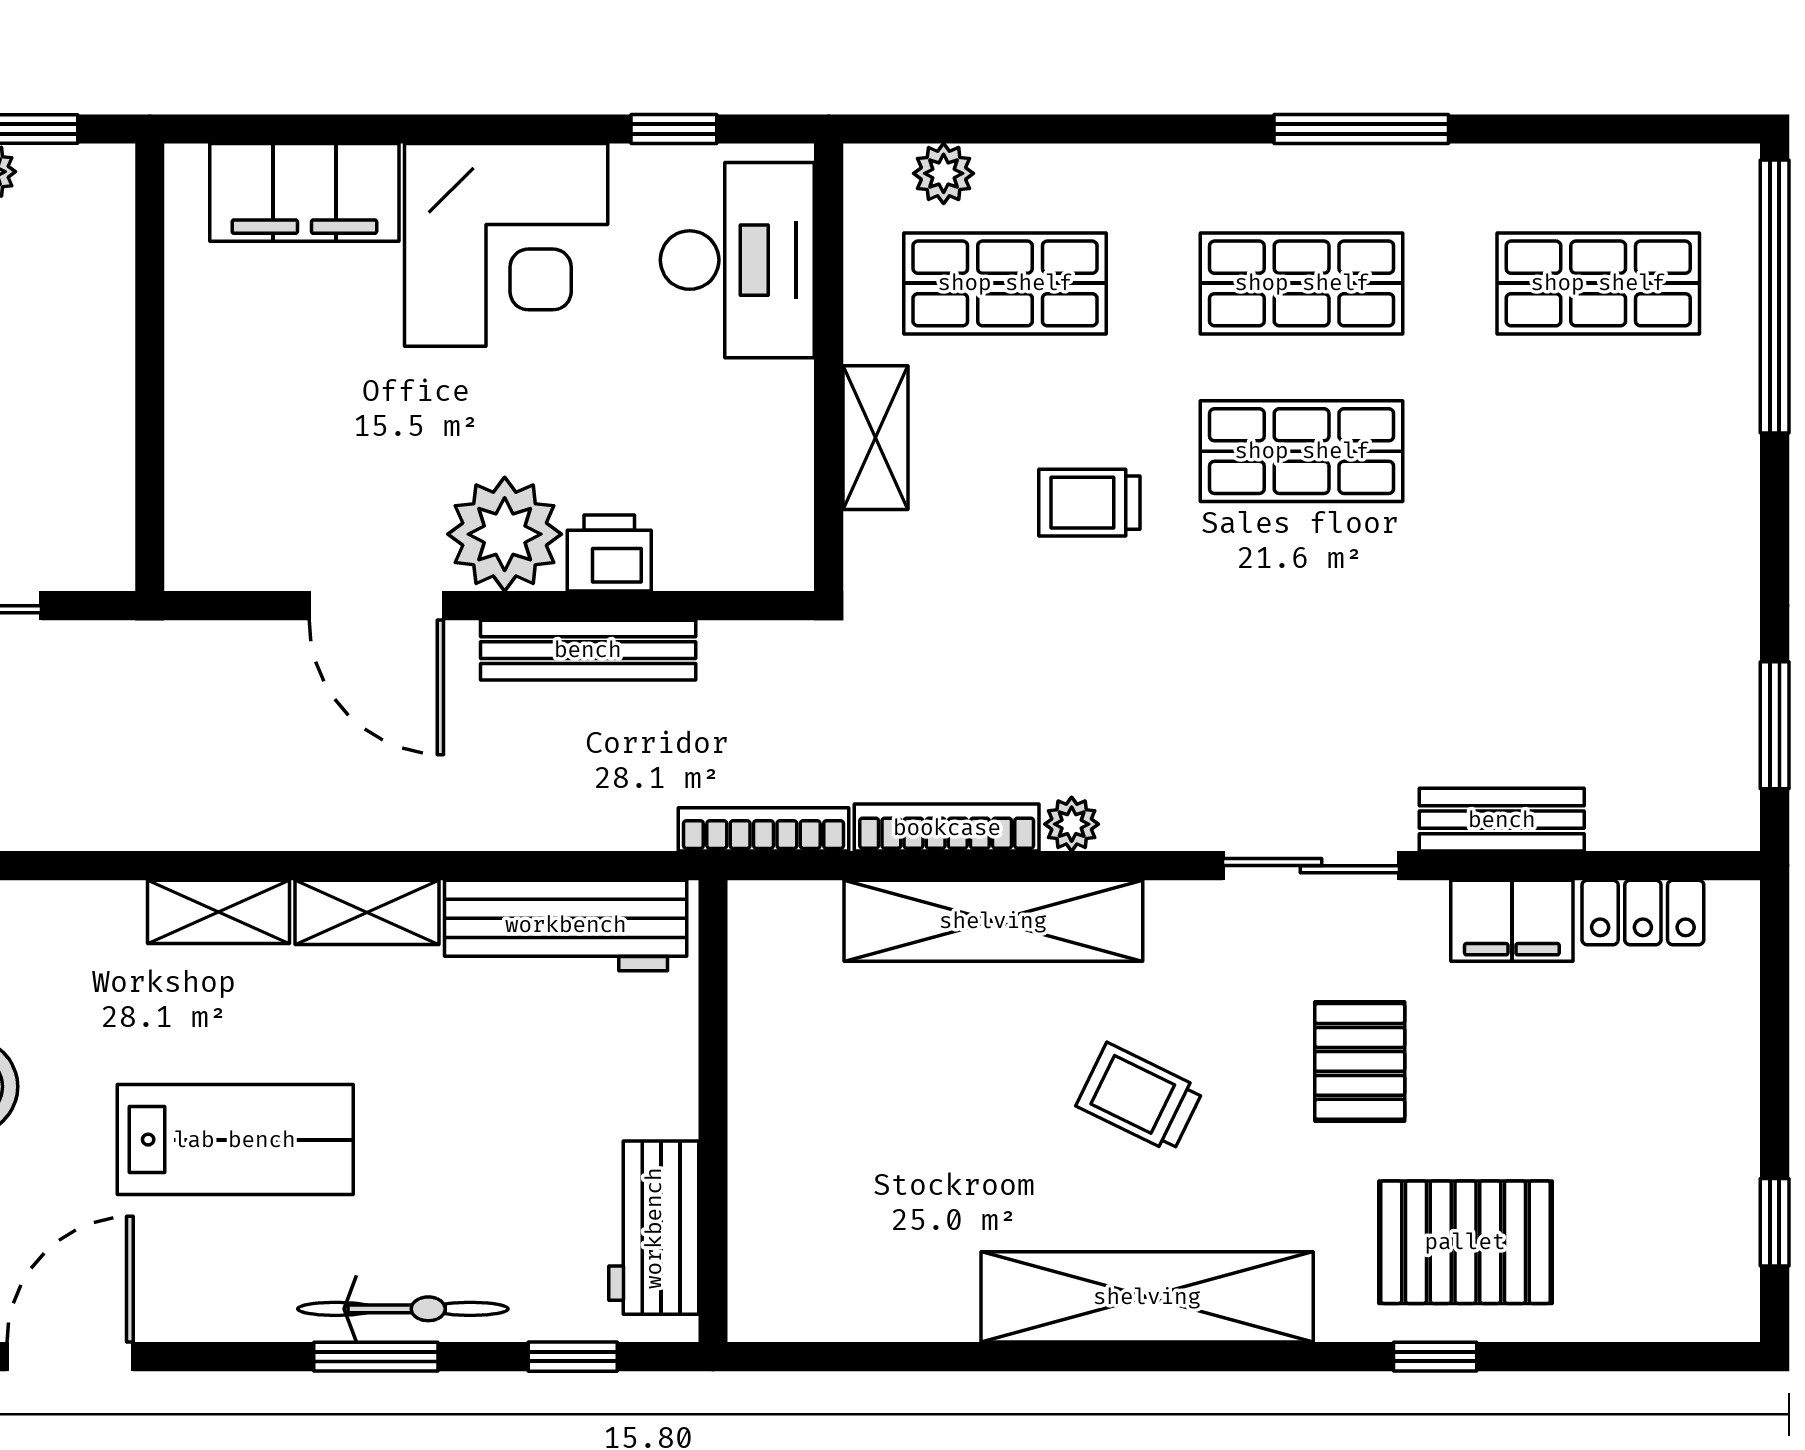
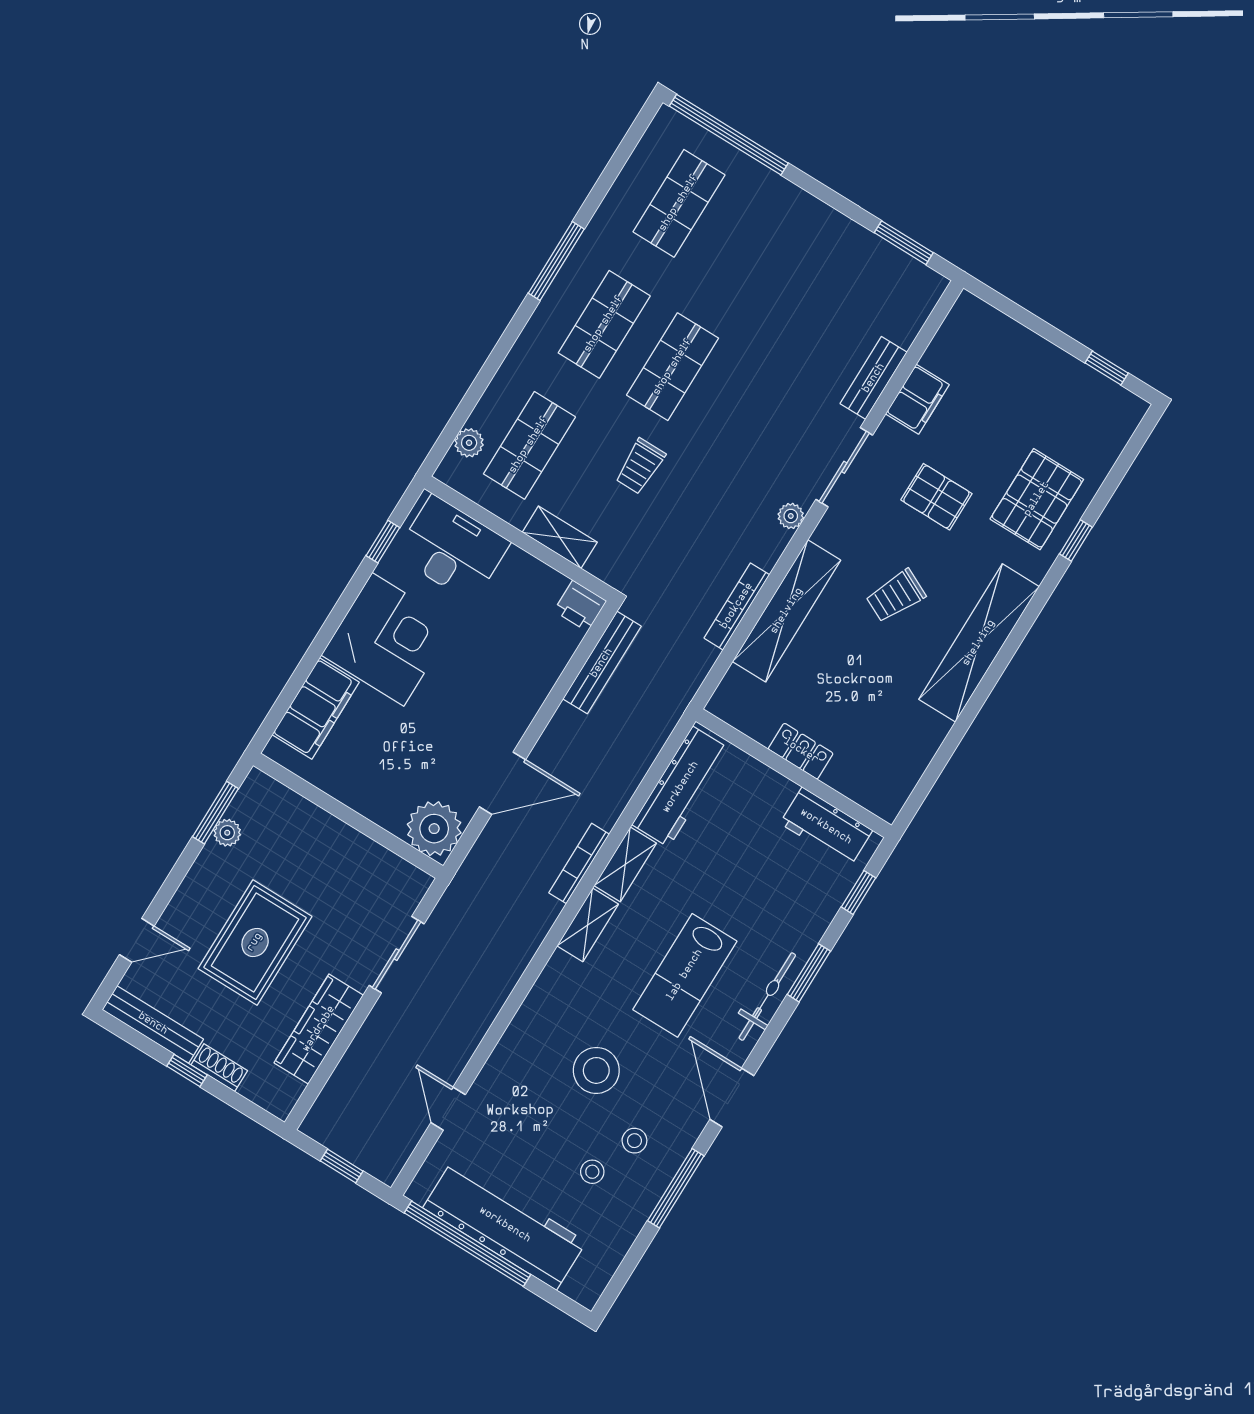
plant: (505, 534) -> (434, 829), moved
printer: (609, 553) -> (580, 606), moved, turned -90
bench: (588, 650) -> (602, 663), moved
plant: (1072, 824) -> (791, 516), moved
bookcase: (763, 829) -> (579, 863), moved
locker: (1643, 912) -> (801, 751), moved, turned -90
lab bench: (235, 1140) -> (685, 975), turned 180
bicycle: (403, 1309) -> (767, 997), moved

